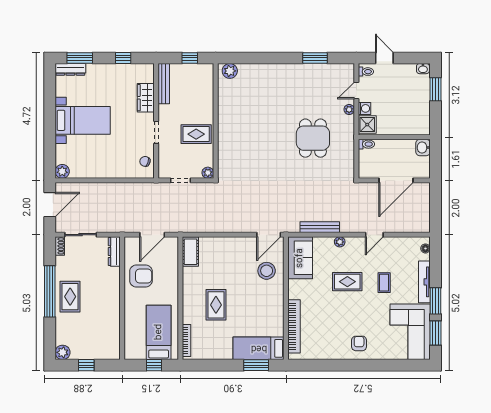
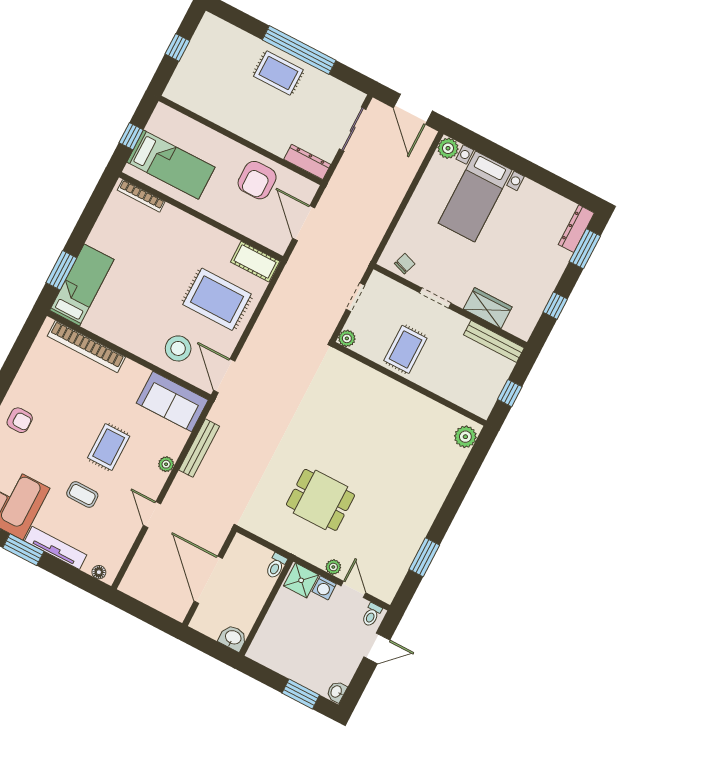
bed with nightstands: (83, 120) -> (475, 197), moved
shoe rack: (60, 246) -> (352, 94), removed
rug: (216, 305) -> (217, 299), moved, width x1.36, depth x1.43
plant: (63, 352) -> (210, 25), removed

